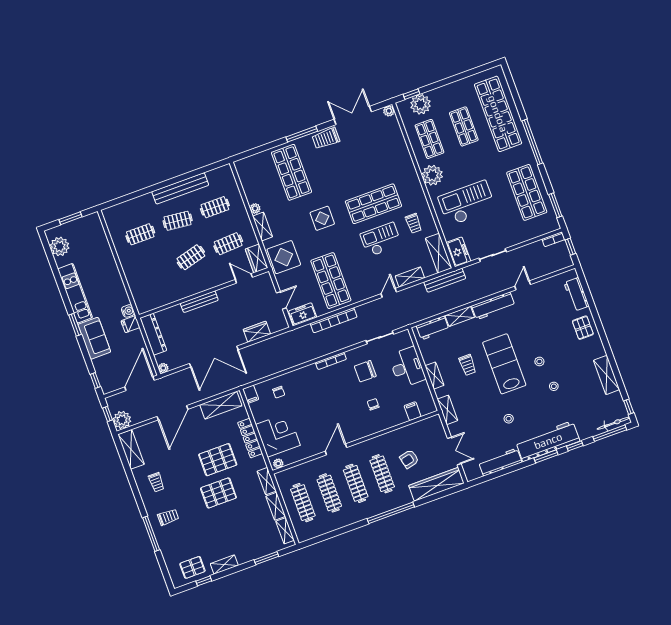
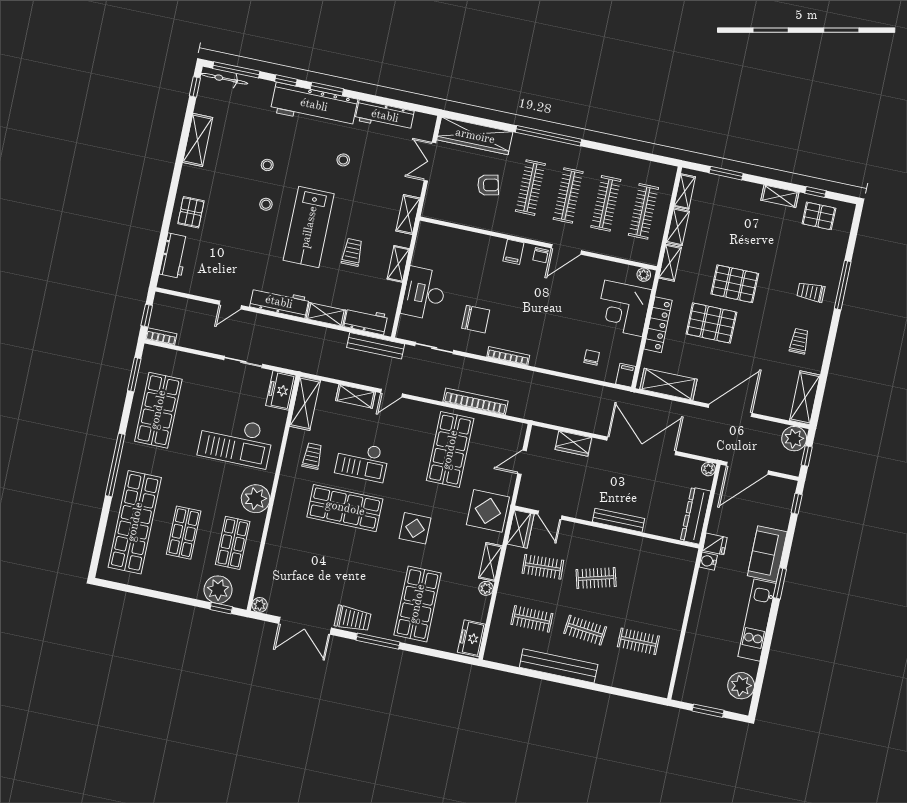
bench: (445, 280) -> (376, 346), moved
freezer: (303, 314) -> (472, 638), moved, turned 90
chair: (373, 404) -> (541, 255), moved
filing cabinet: (413, 411) -> (513, 252), moved

